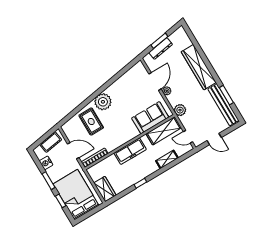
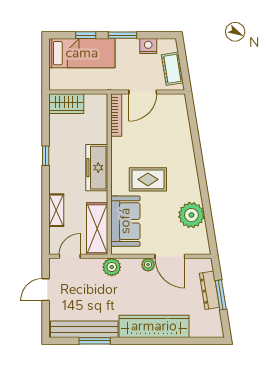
plant: (103, 102) -> (191, 215), moved
rug: (91, 121) -> (148, 179), moved
bed: (76, 195) -> (82, 53), width x0.67

